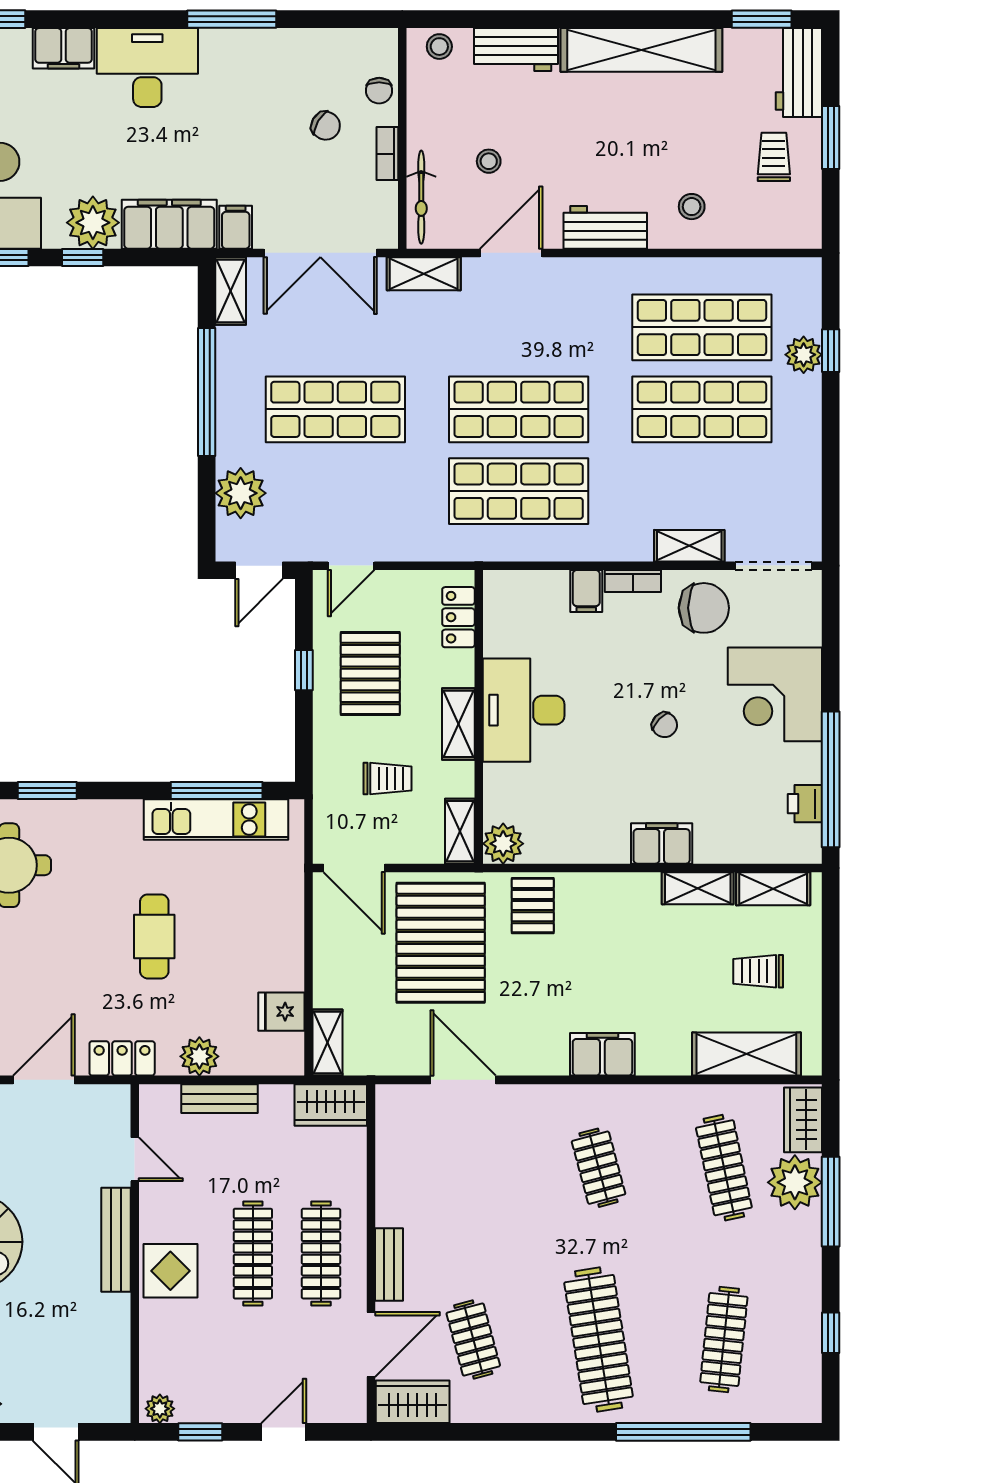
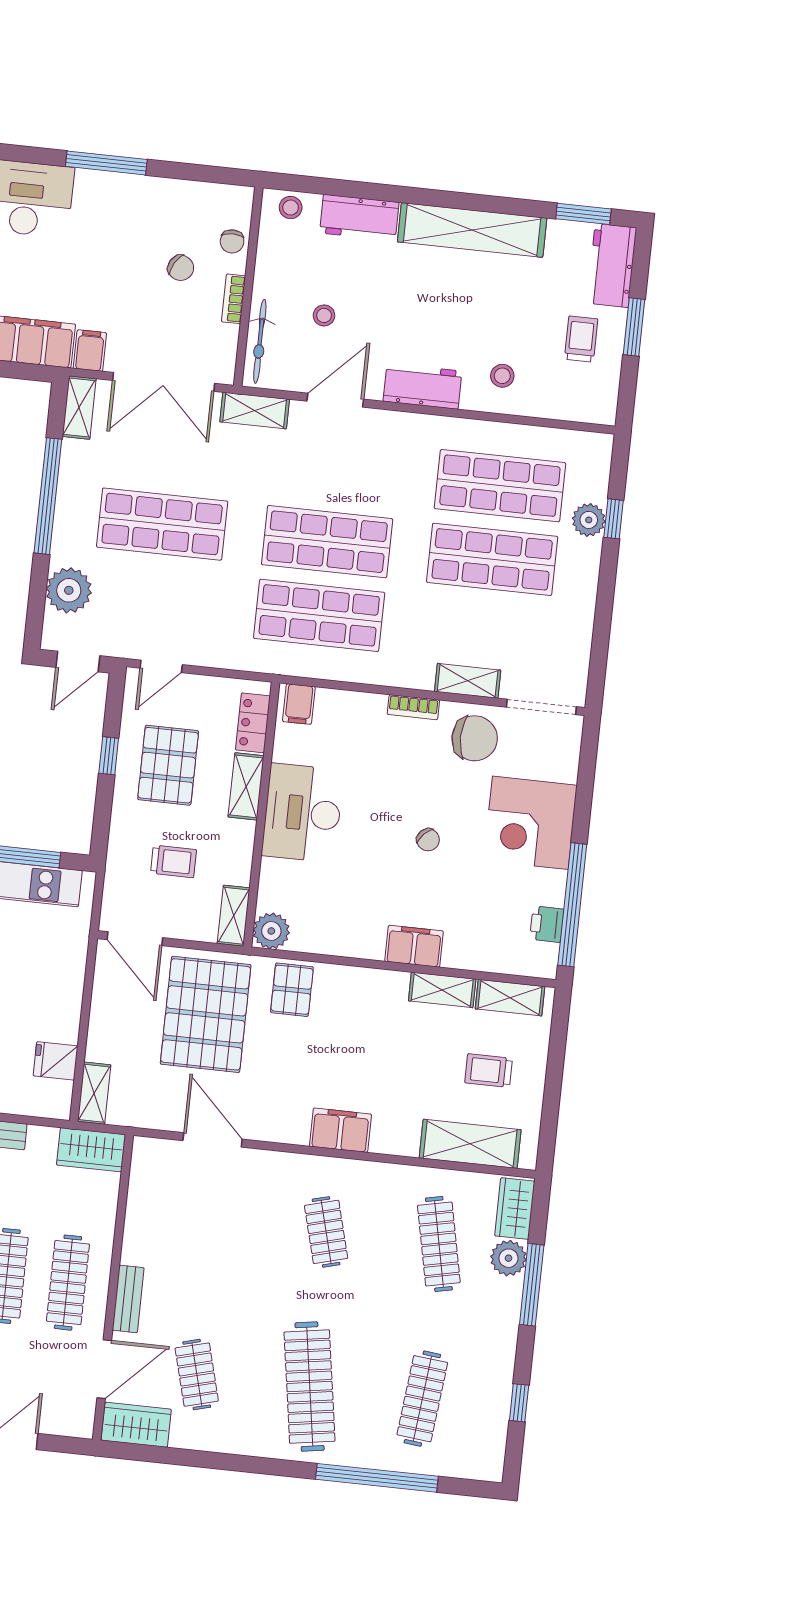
filing cabinet: (586, 591) -> (299, 704), moved
shelving: (458, 724) -> (246, 786), moved
plant: (795, 1182) -> (508, 1258), width x0.73, depth x0.73

